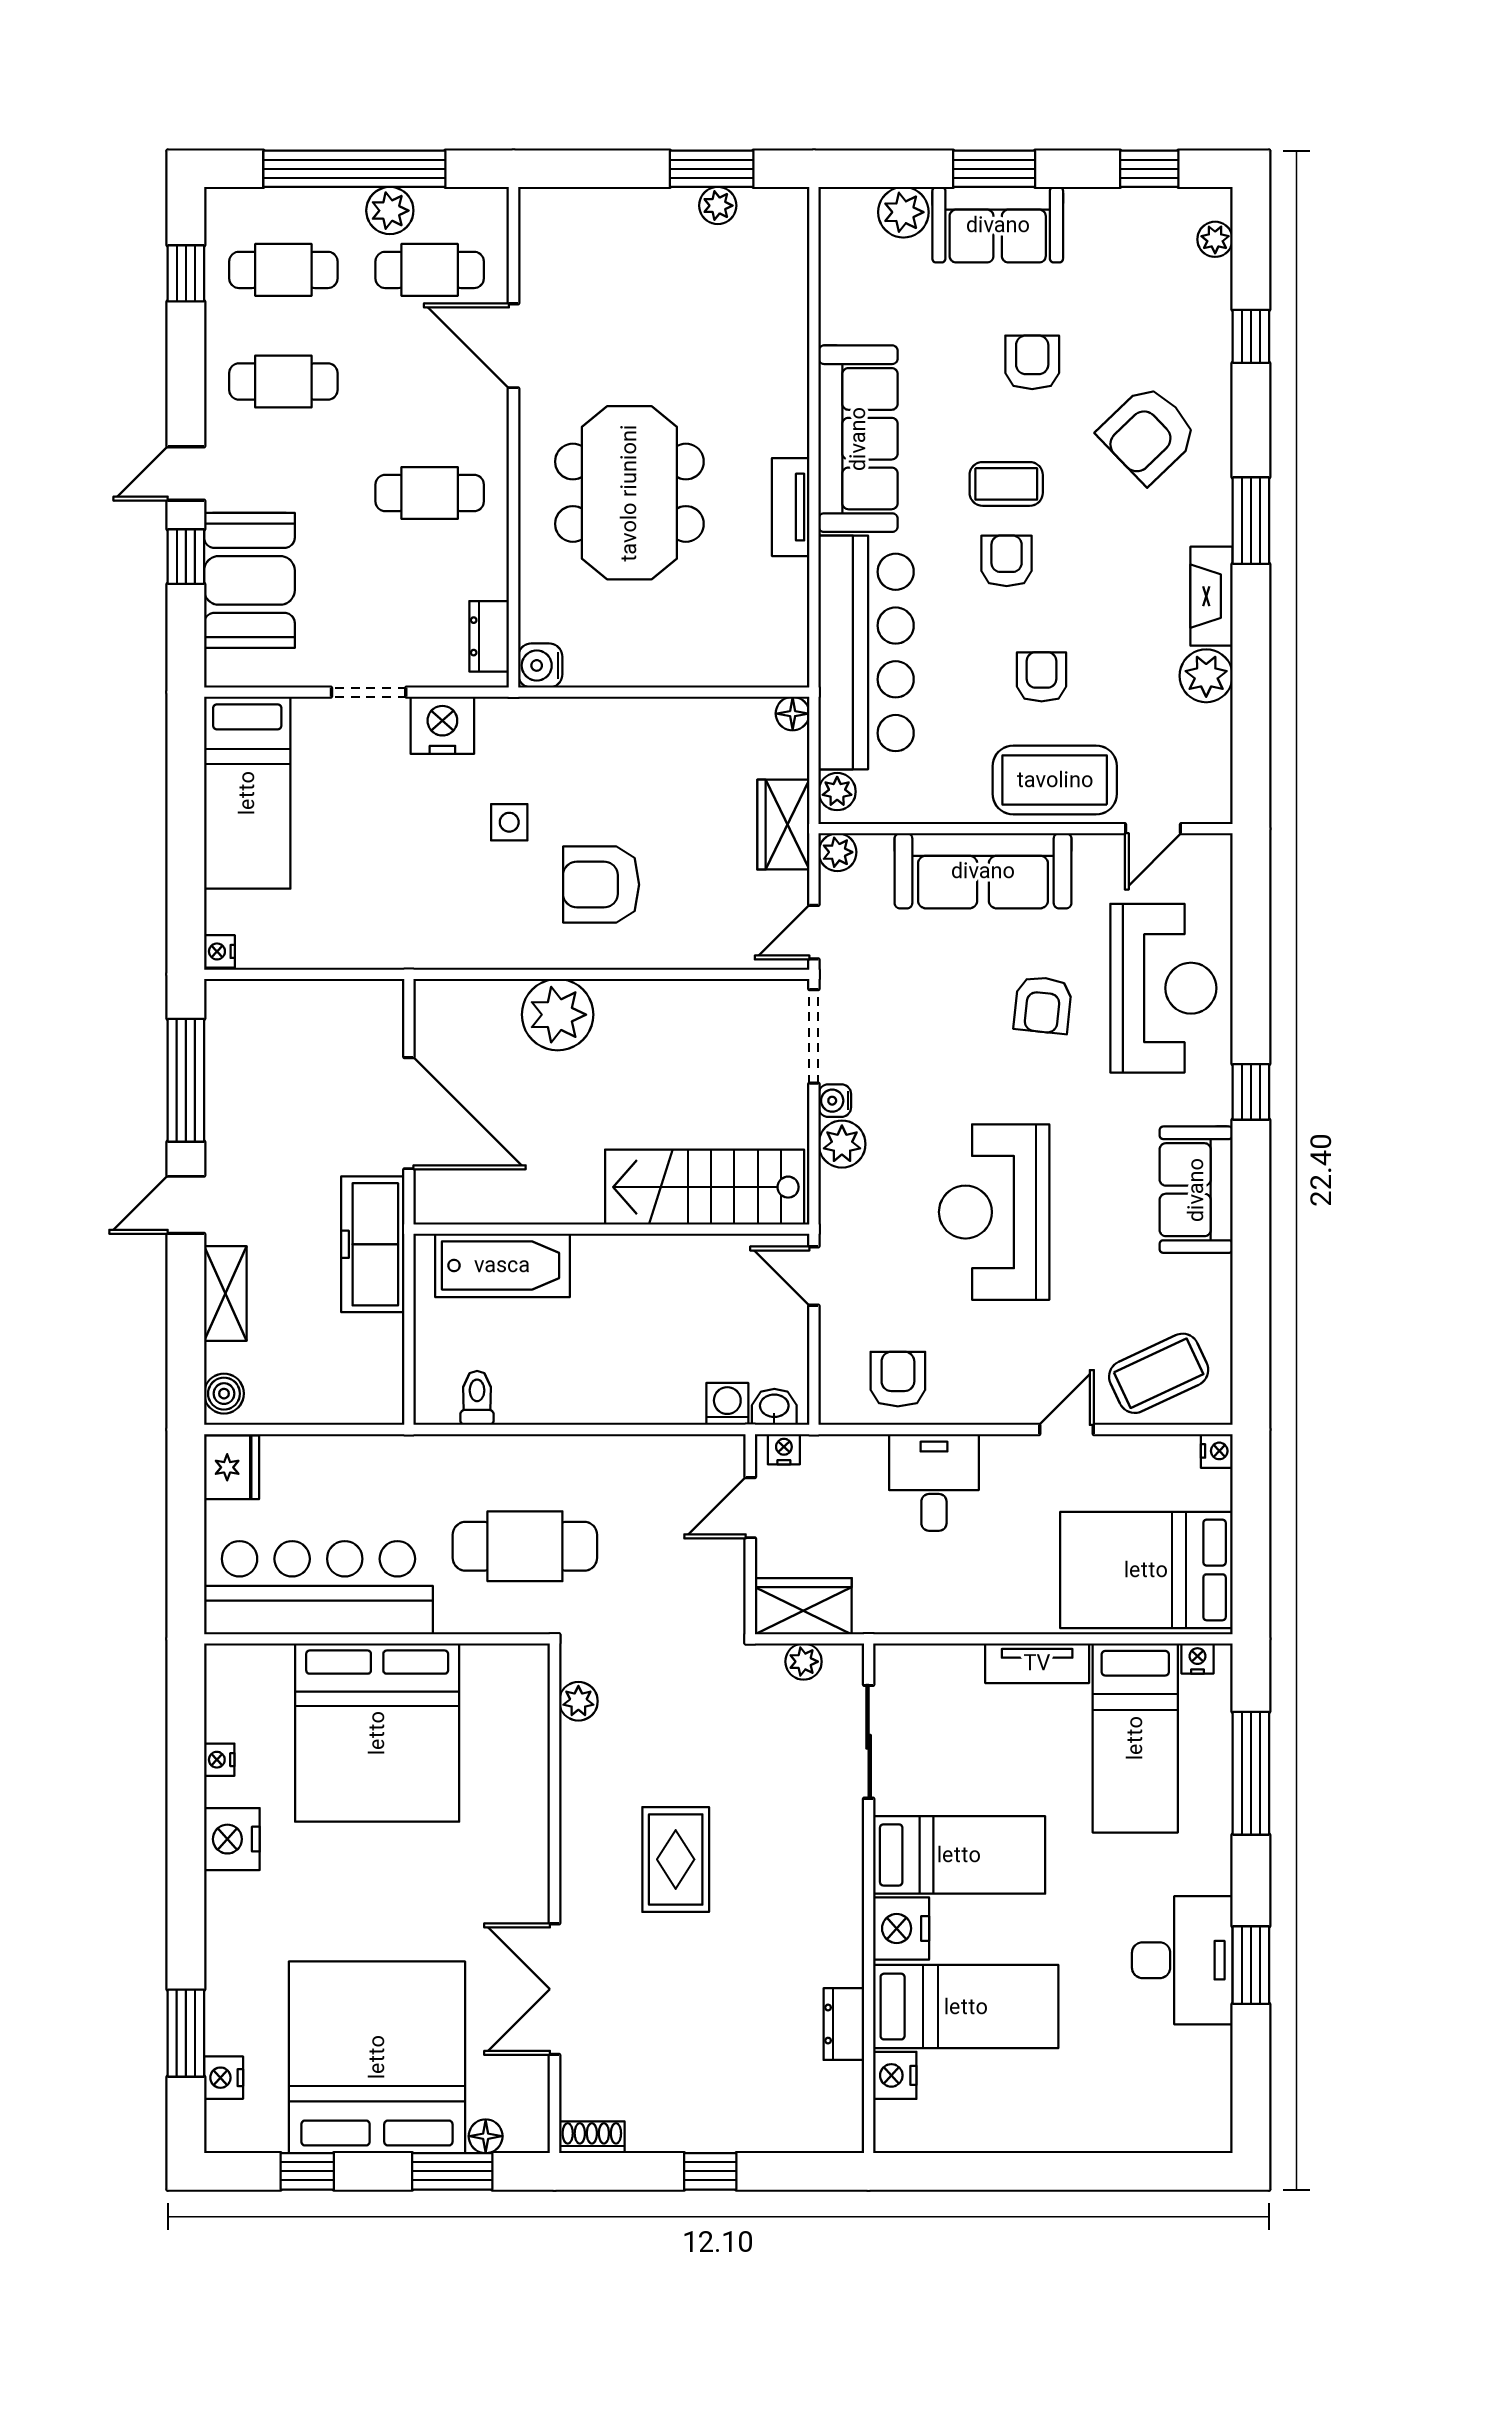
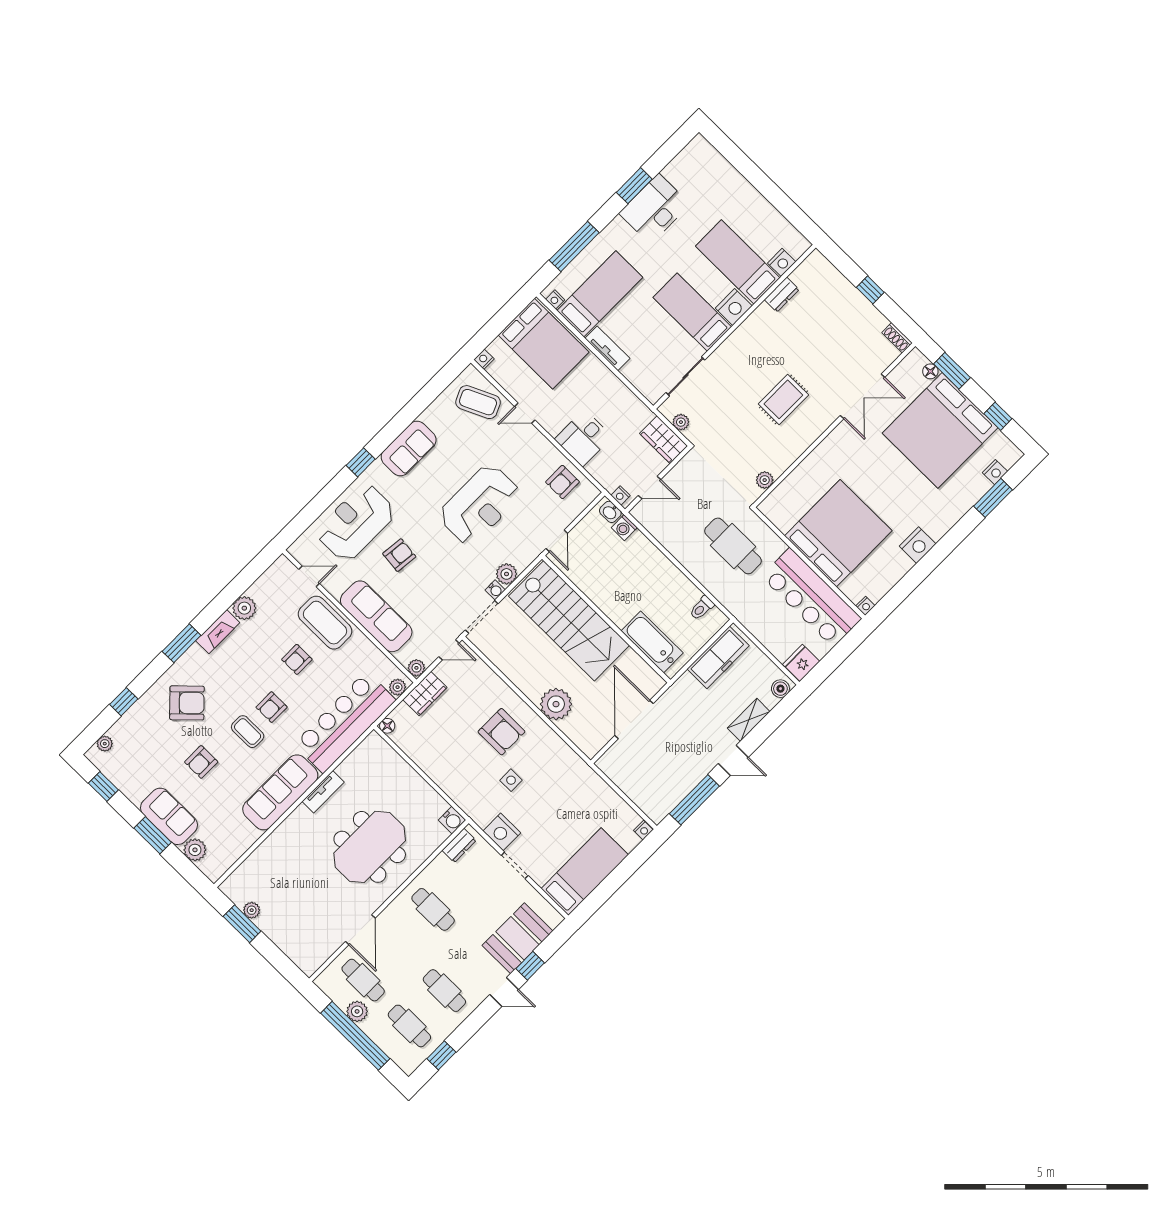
stairs: (705, 1187) -> (569, 621), width x1.36, depth x1.51
freezer: (373, 1244) -> (718, 657), moved
nightstand: (219, 1760) -> (865, 606), moved

